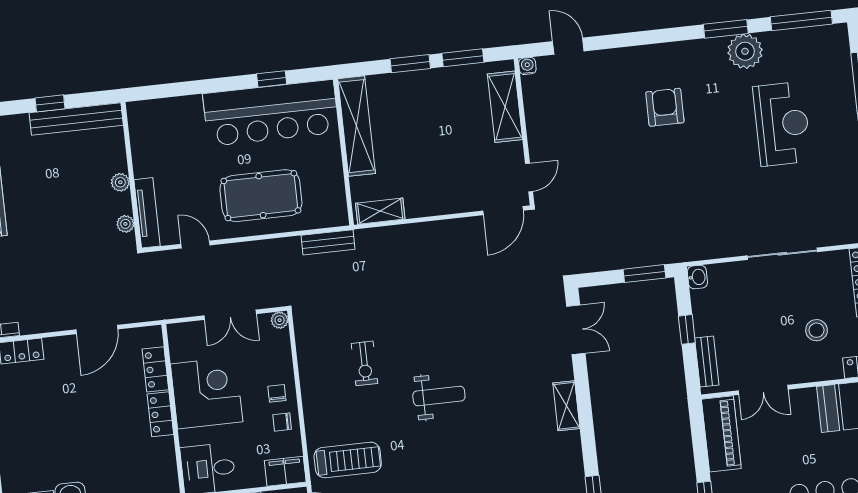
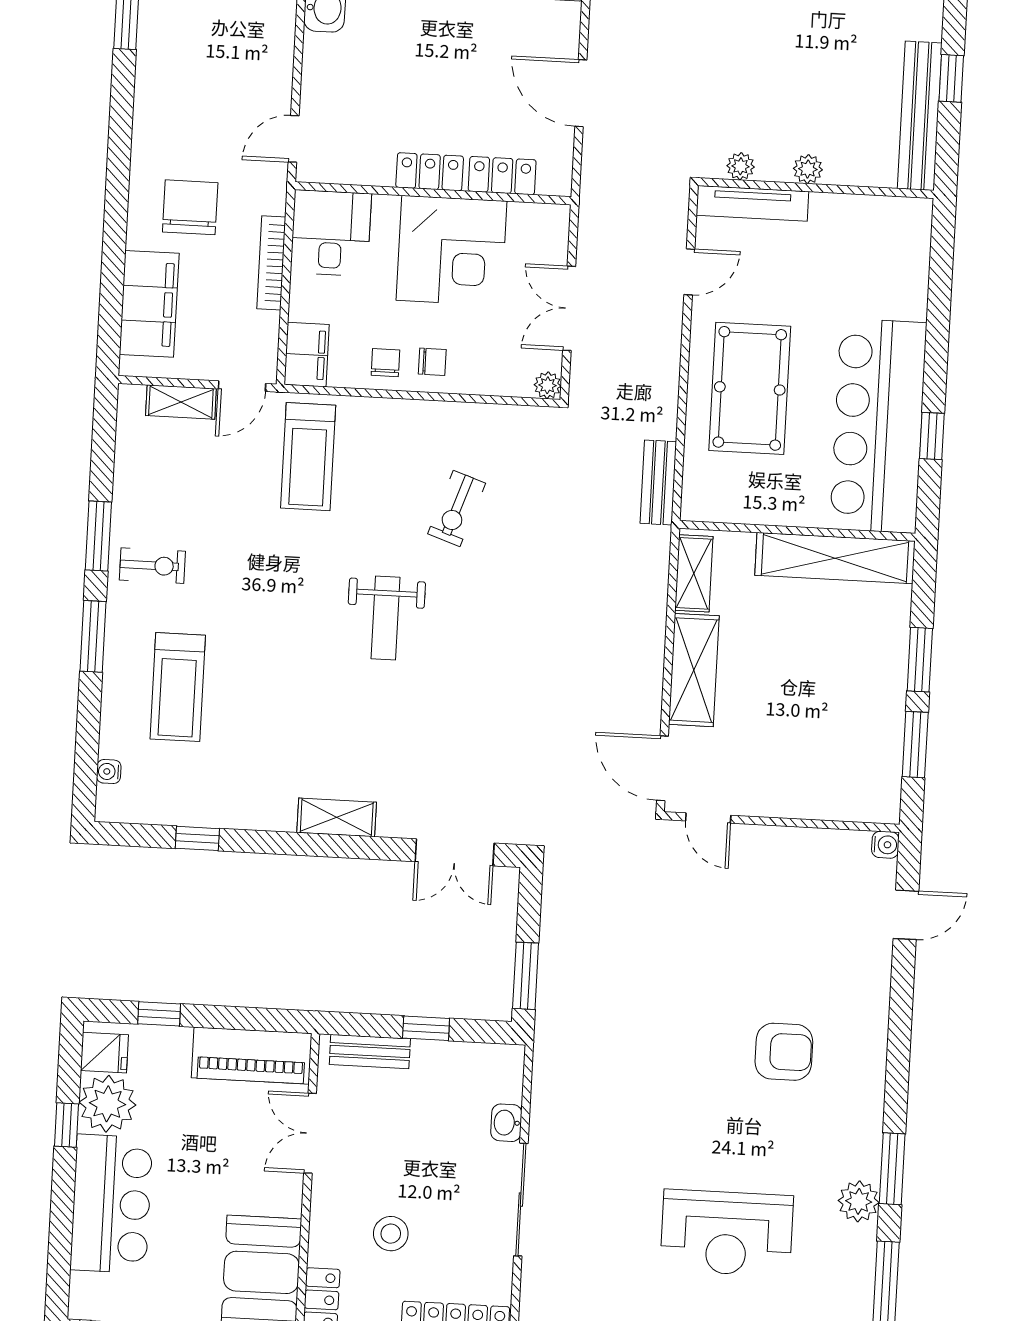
plant: (745, 51) -> (859, 1201), width x0.73, depth x0.73
shelving: (505, 107) -> (694, 670), moved, turned 90
washbasin: (697, 277) -> (506, 1123), moved, turned 90
exercise bike: (364, 363) -> (457, 508), turned -71

